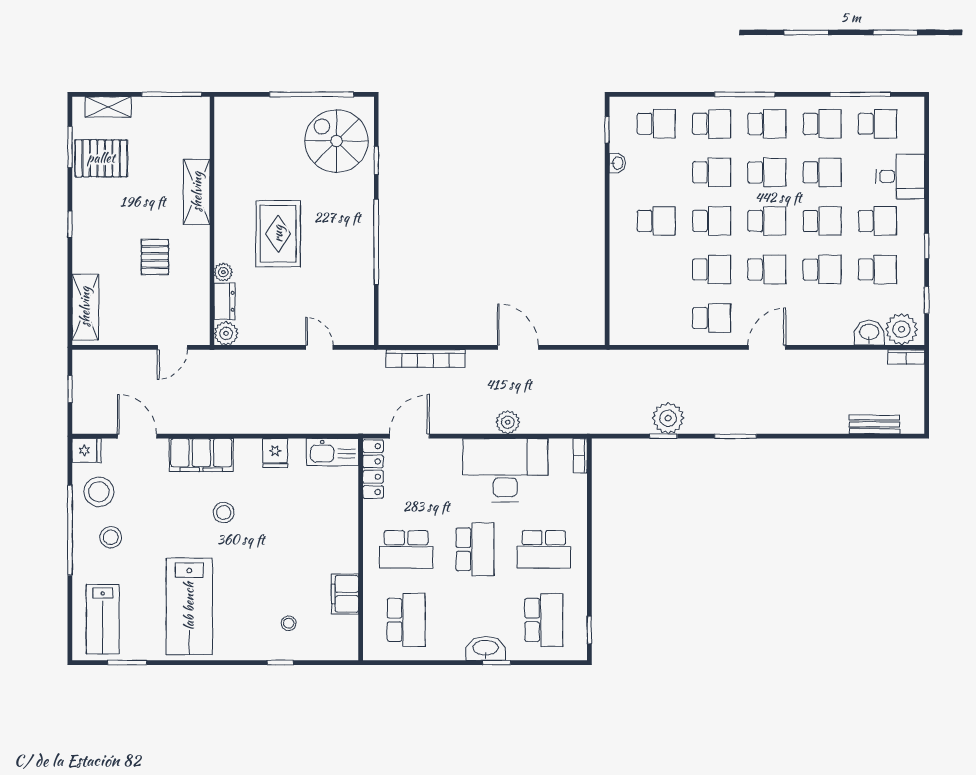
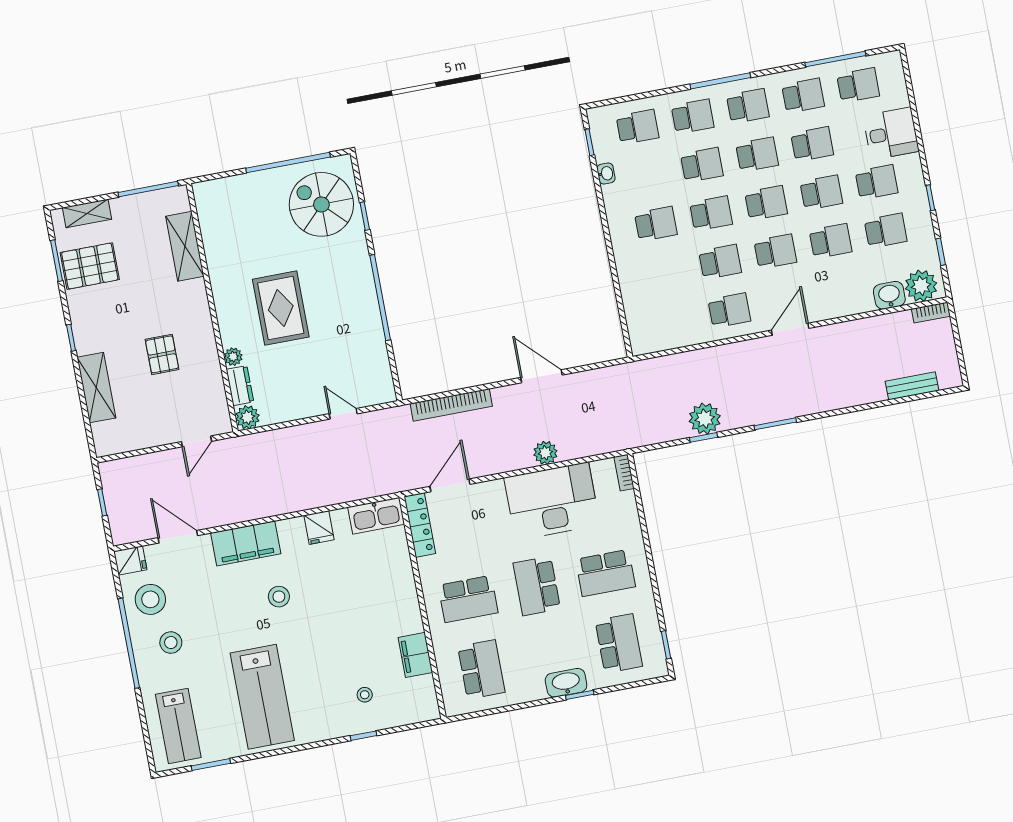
shelving: (197, 192) -> (185, 246), moved
shelving: (85, 307) -> (96, 388), moved
school desk: (475, 549) -> (537, 586), turned 180

